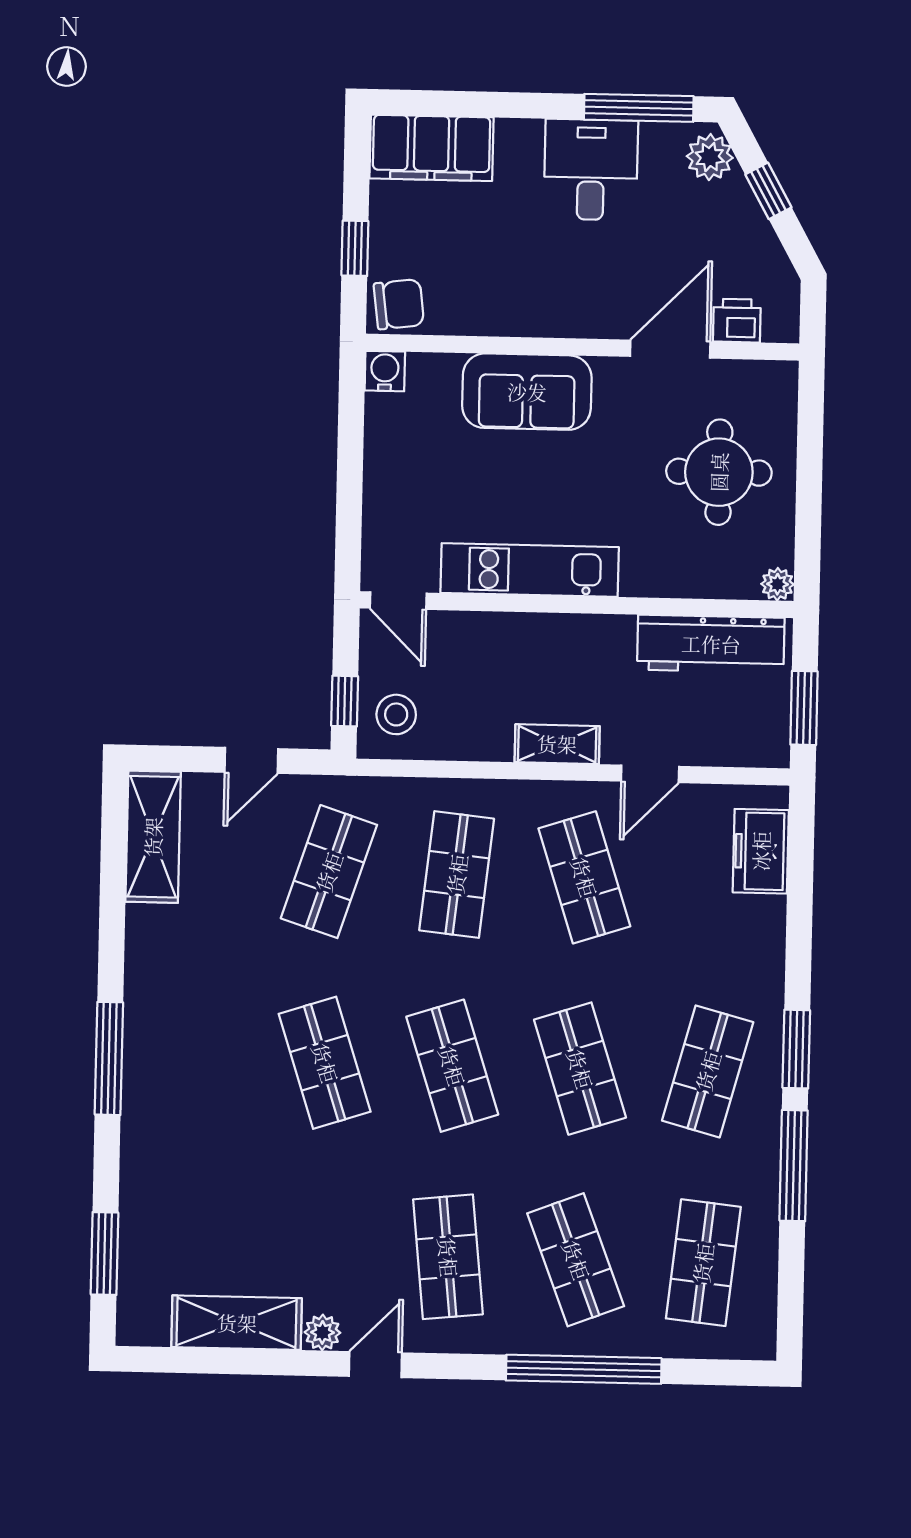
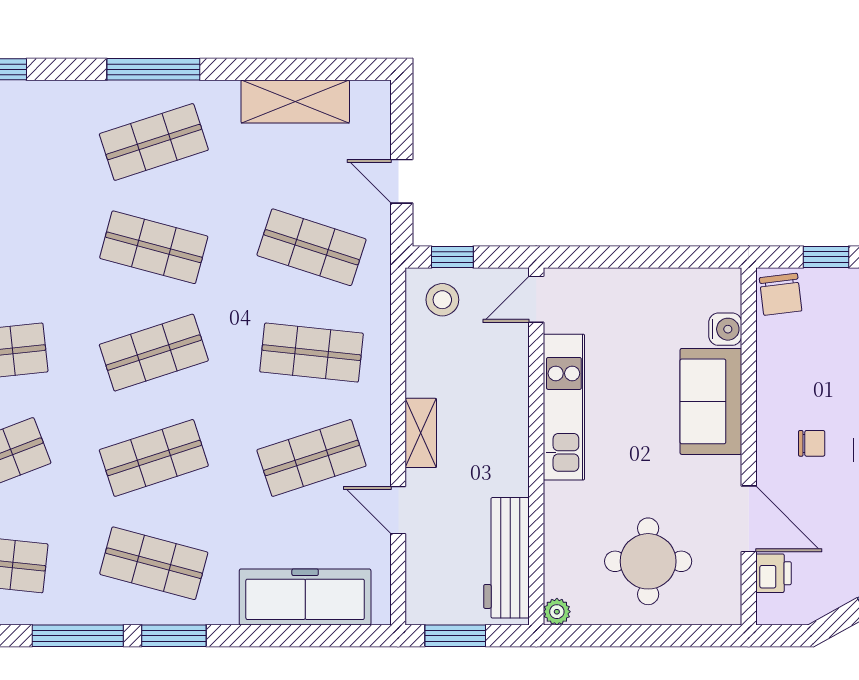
chair: (580, 271) -> (812, 443), added
water cooler: (385, 371) -> (725, 329), moved
shelving: (153, 837) -> (295, 102), moved
freezer: (761, 851) -> (305, 597), width x1.91, depth x1.26
shop shelf: (197, 1060) -> (154, 142), added
shop shelf: (325, 1063) -> (154, 247), turned 33

